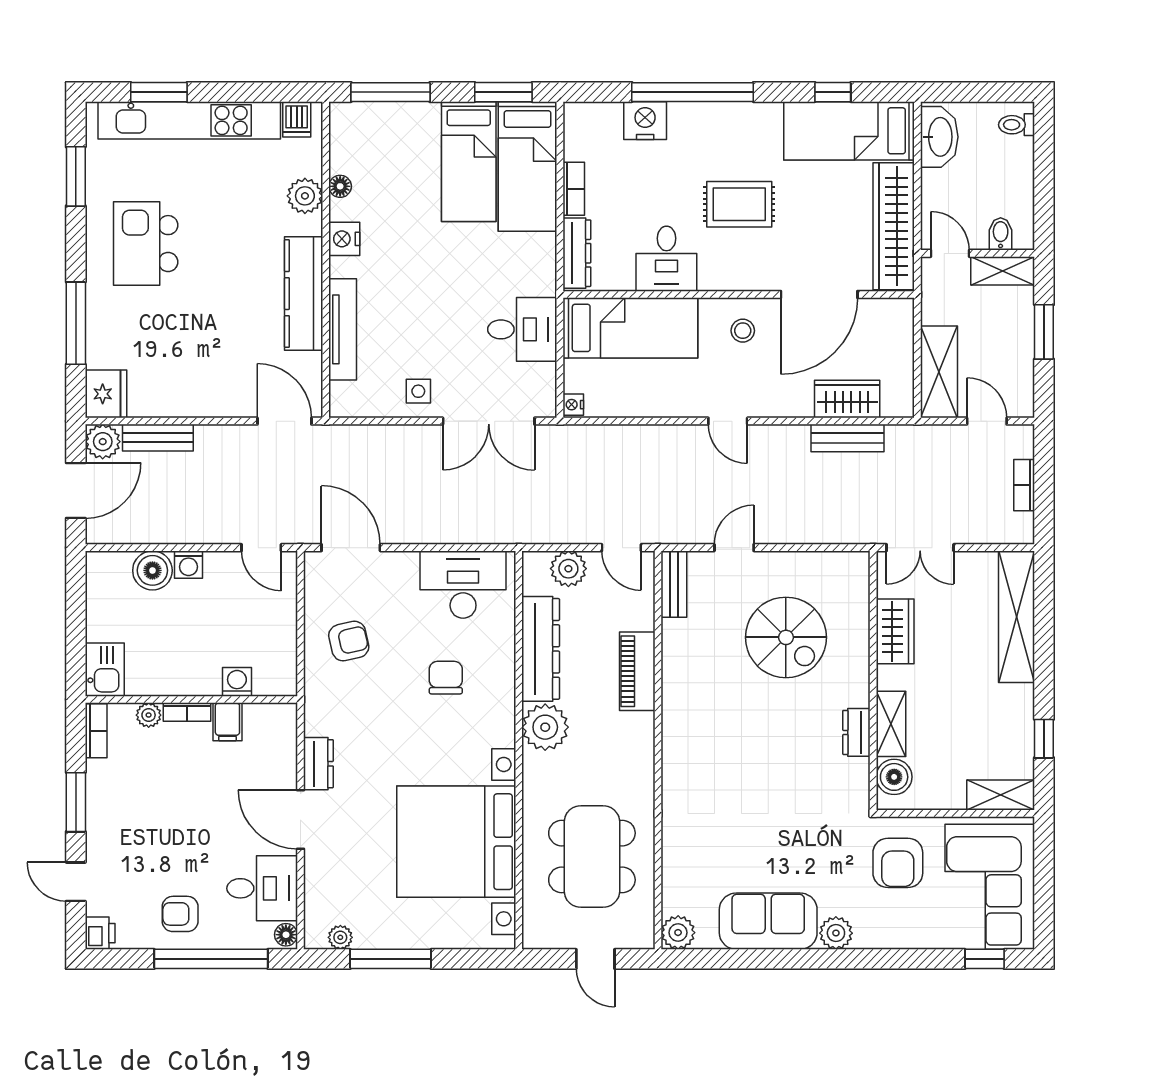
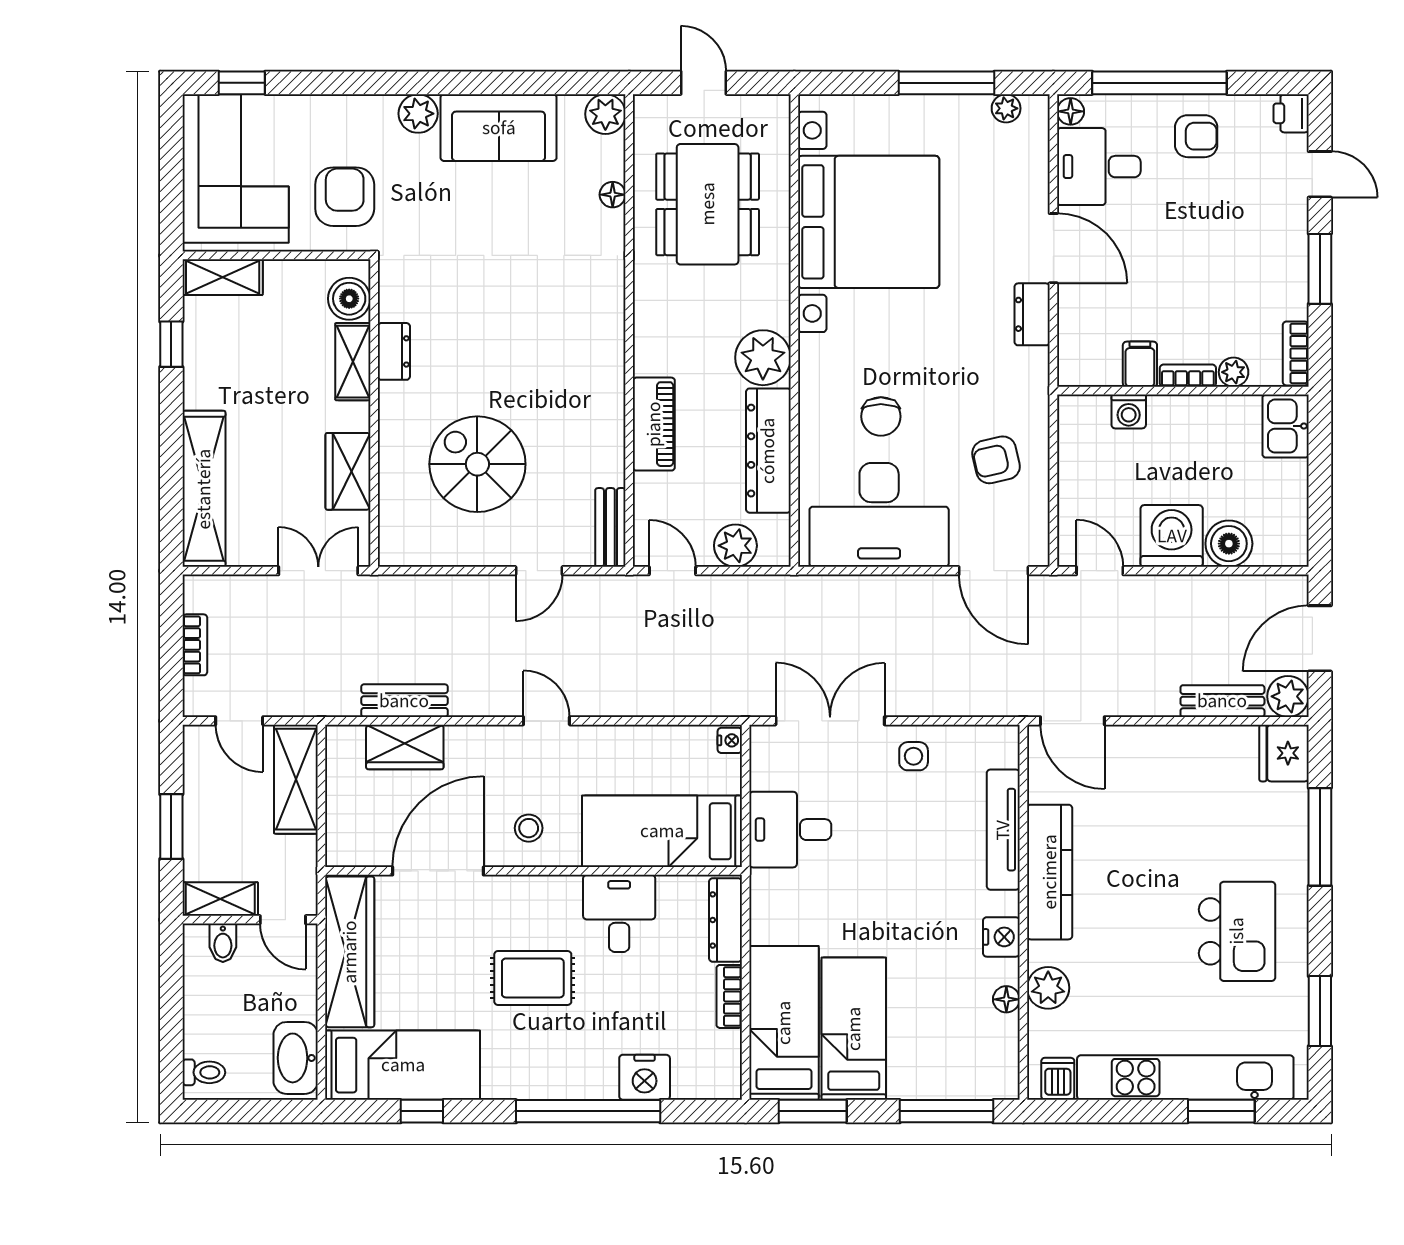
washing machine: (188, 565) -> (1172, 536), width x1.89, depth x1.89
desk: (463, 585) -> (879, 515), width x1.36, depth x1.30
floor lamp: (672, 865) -> (613, 195), added

